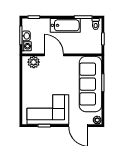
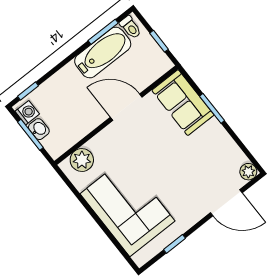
bathtub: (65, 25) -> (103, 53), moved
washing machine: (27, 46) -> (27, 113), moved
door: (54, 55) -> (126, 107), moved
sofa: (90, 84) -> (183, 103), width x0.54, depth x0.79
corner sofa: (48, 110) -> (127, 207), moved, turned 90

